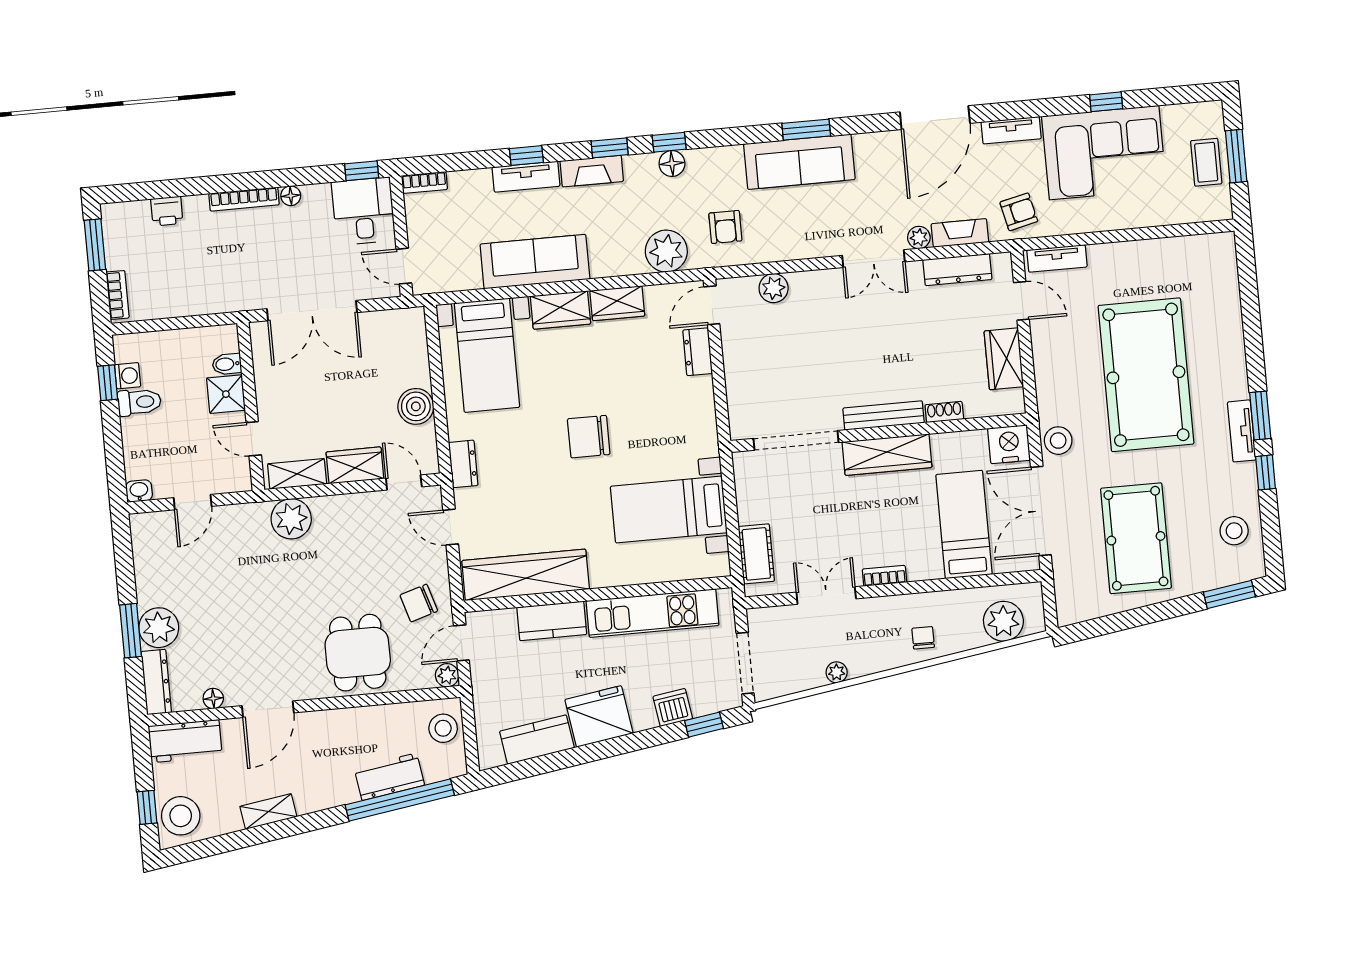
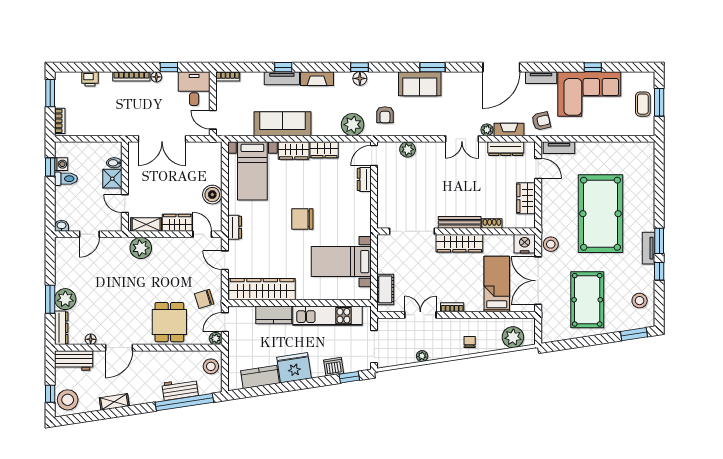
window: (610, 148) -> (328, 67), removed
sofa: (799, 162) -> (420, 84), width x0.73
window: (362, 171) -> (169, 67), moved

